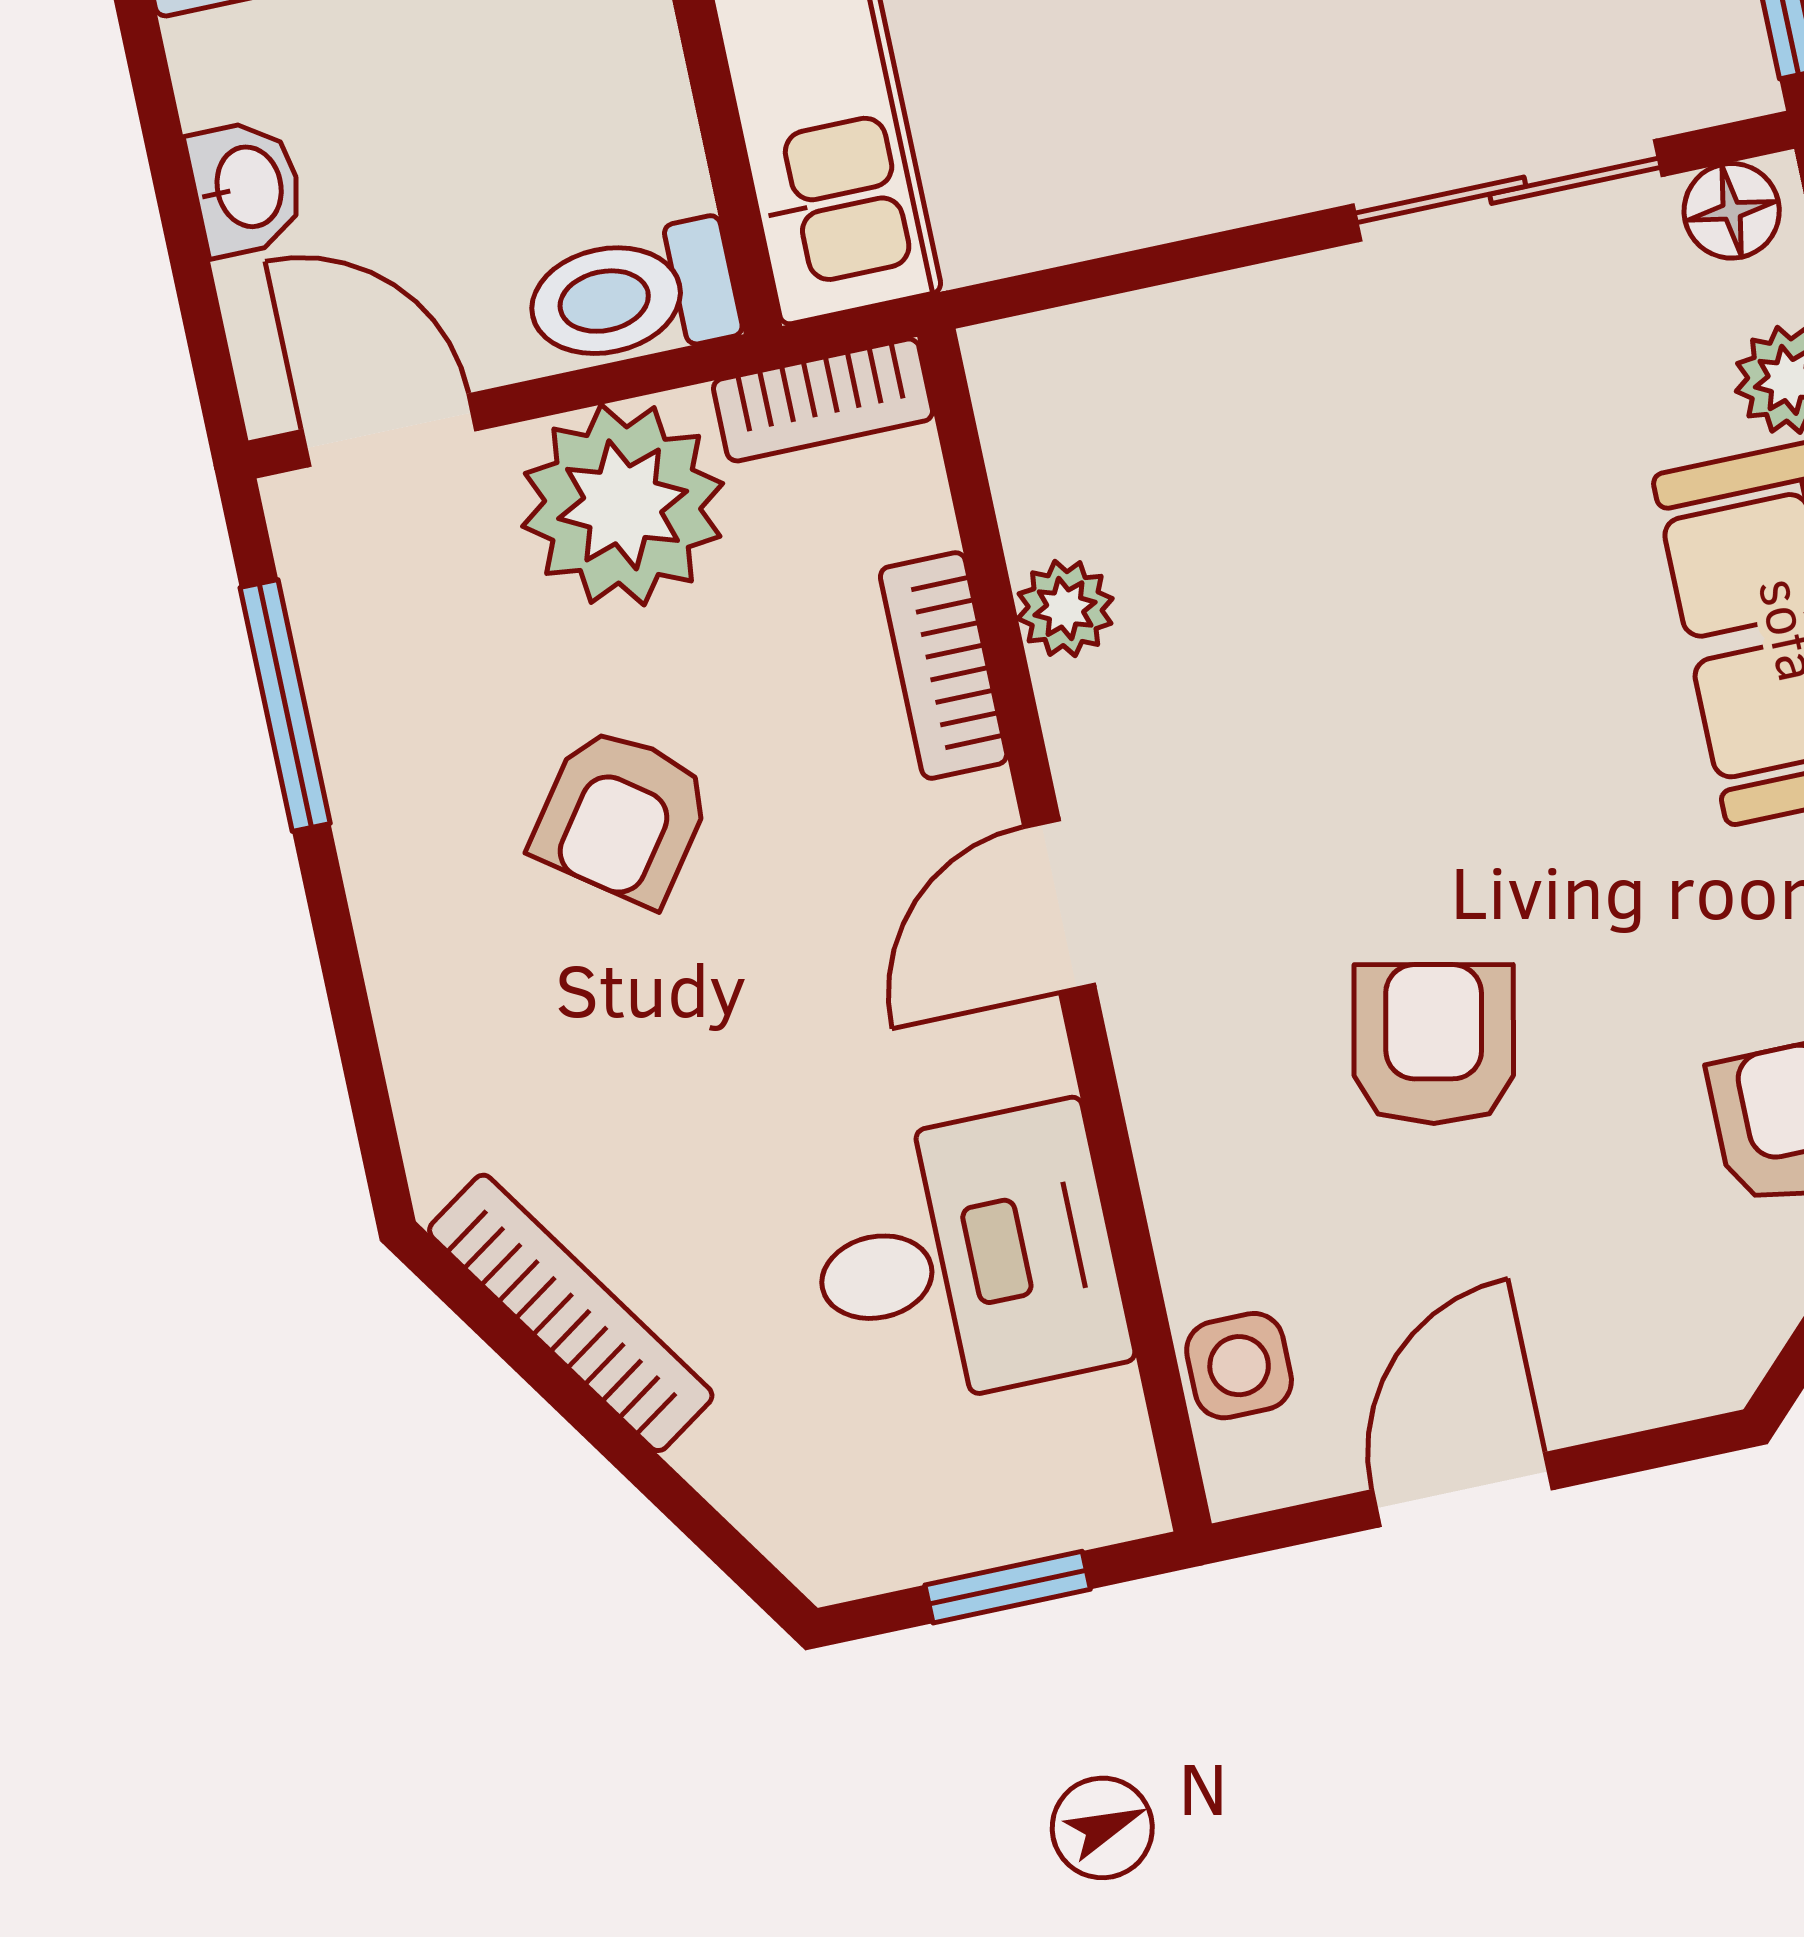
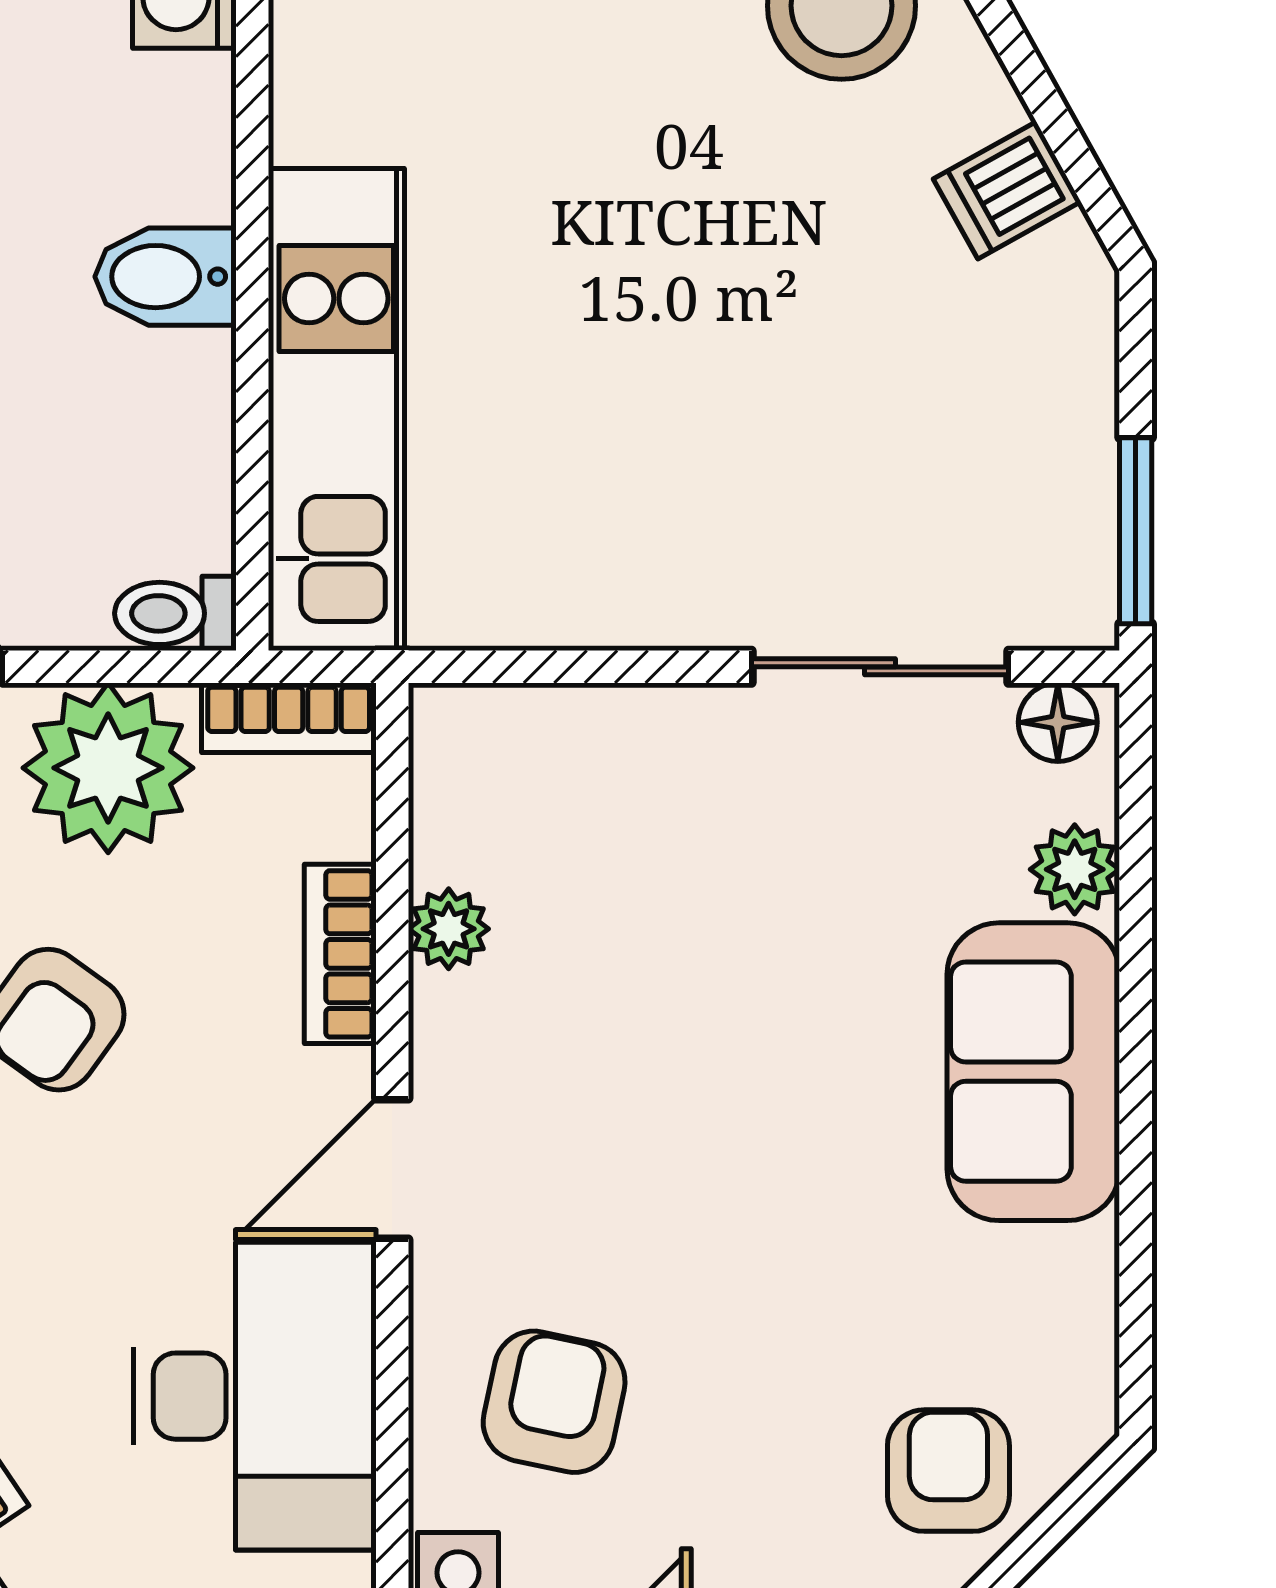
toilet: (632, 295) -> (175, 613), width x0.73, depth x0.72
armchair: (1434, 1044) -> (554, 1402), moved
desk: (965, 1258) -> (255, 1396), width x1.37

